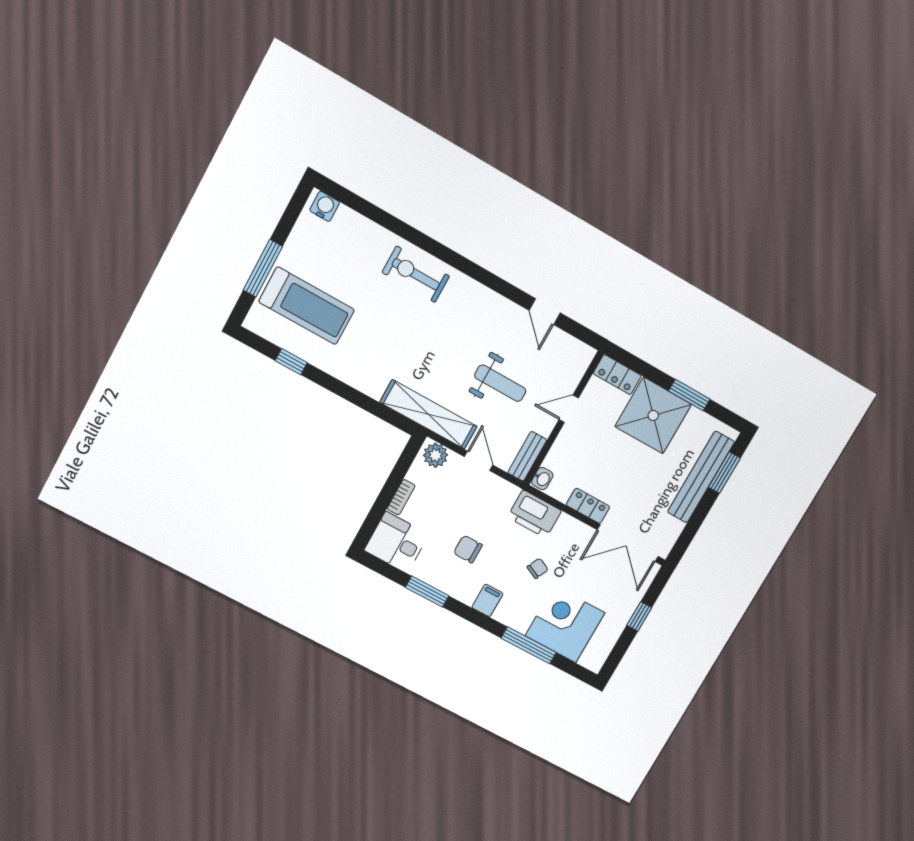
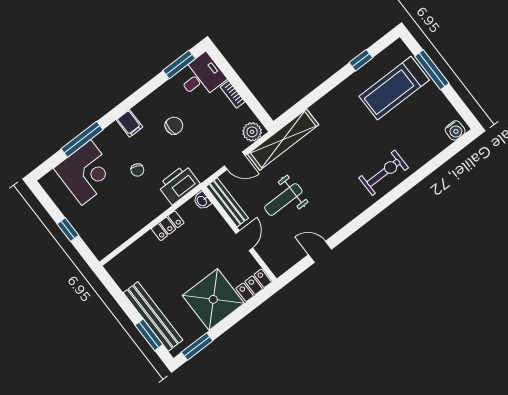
window: (689, 395) -> (197, 346), moved
bench: (527, 456) -> (227, 202), width x1.36
double door: (628, 543) -> (127, 243), removed
window: (427, 592) -> (179, 64), moved

